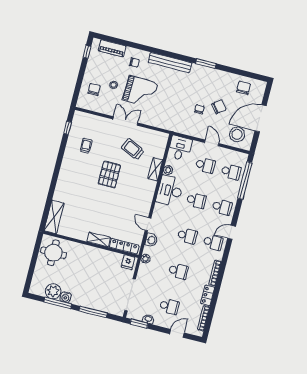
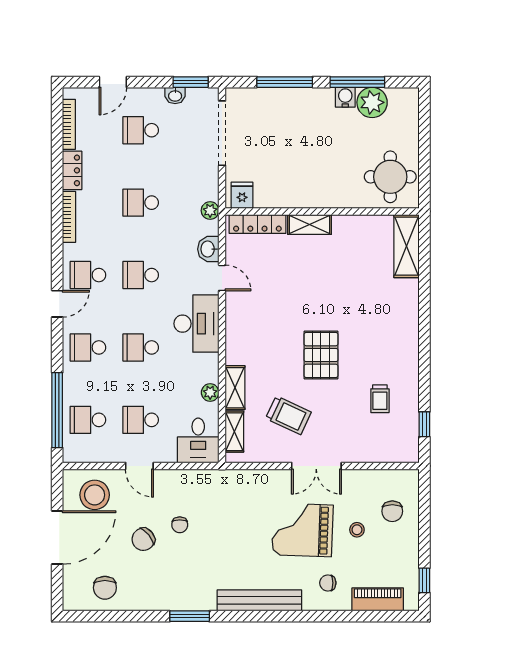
shelving: (161, 148) -> (234, 432), added
desk: (170, 191) -> (196, 324), moved

